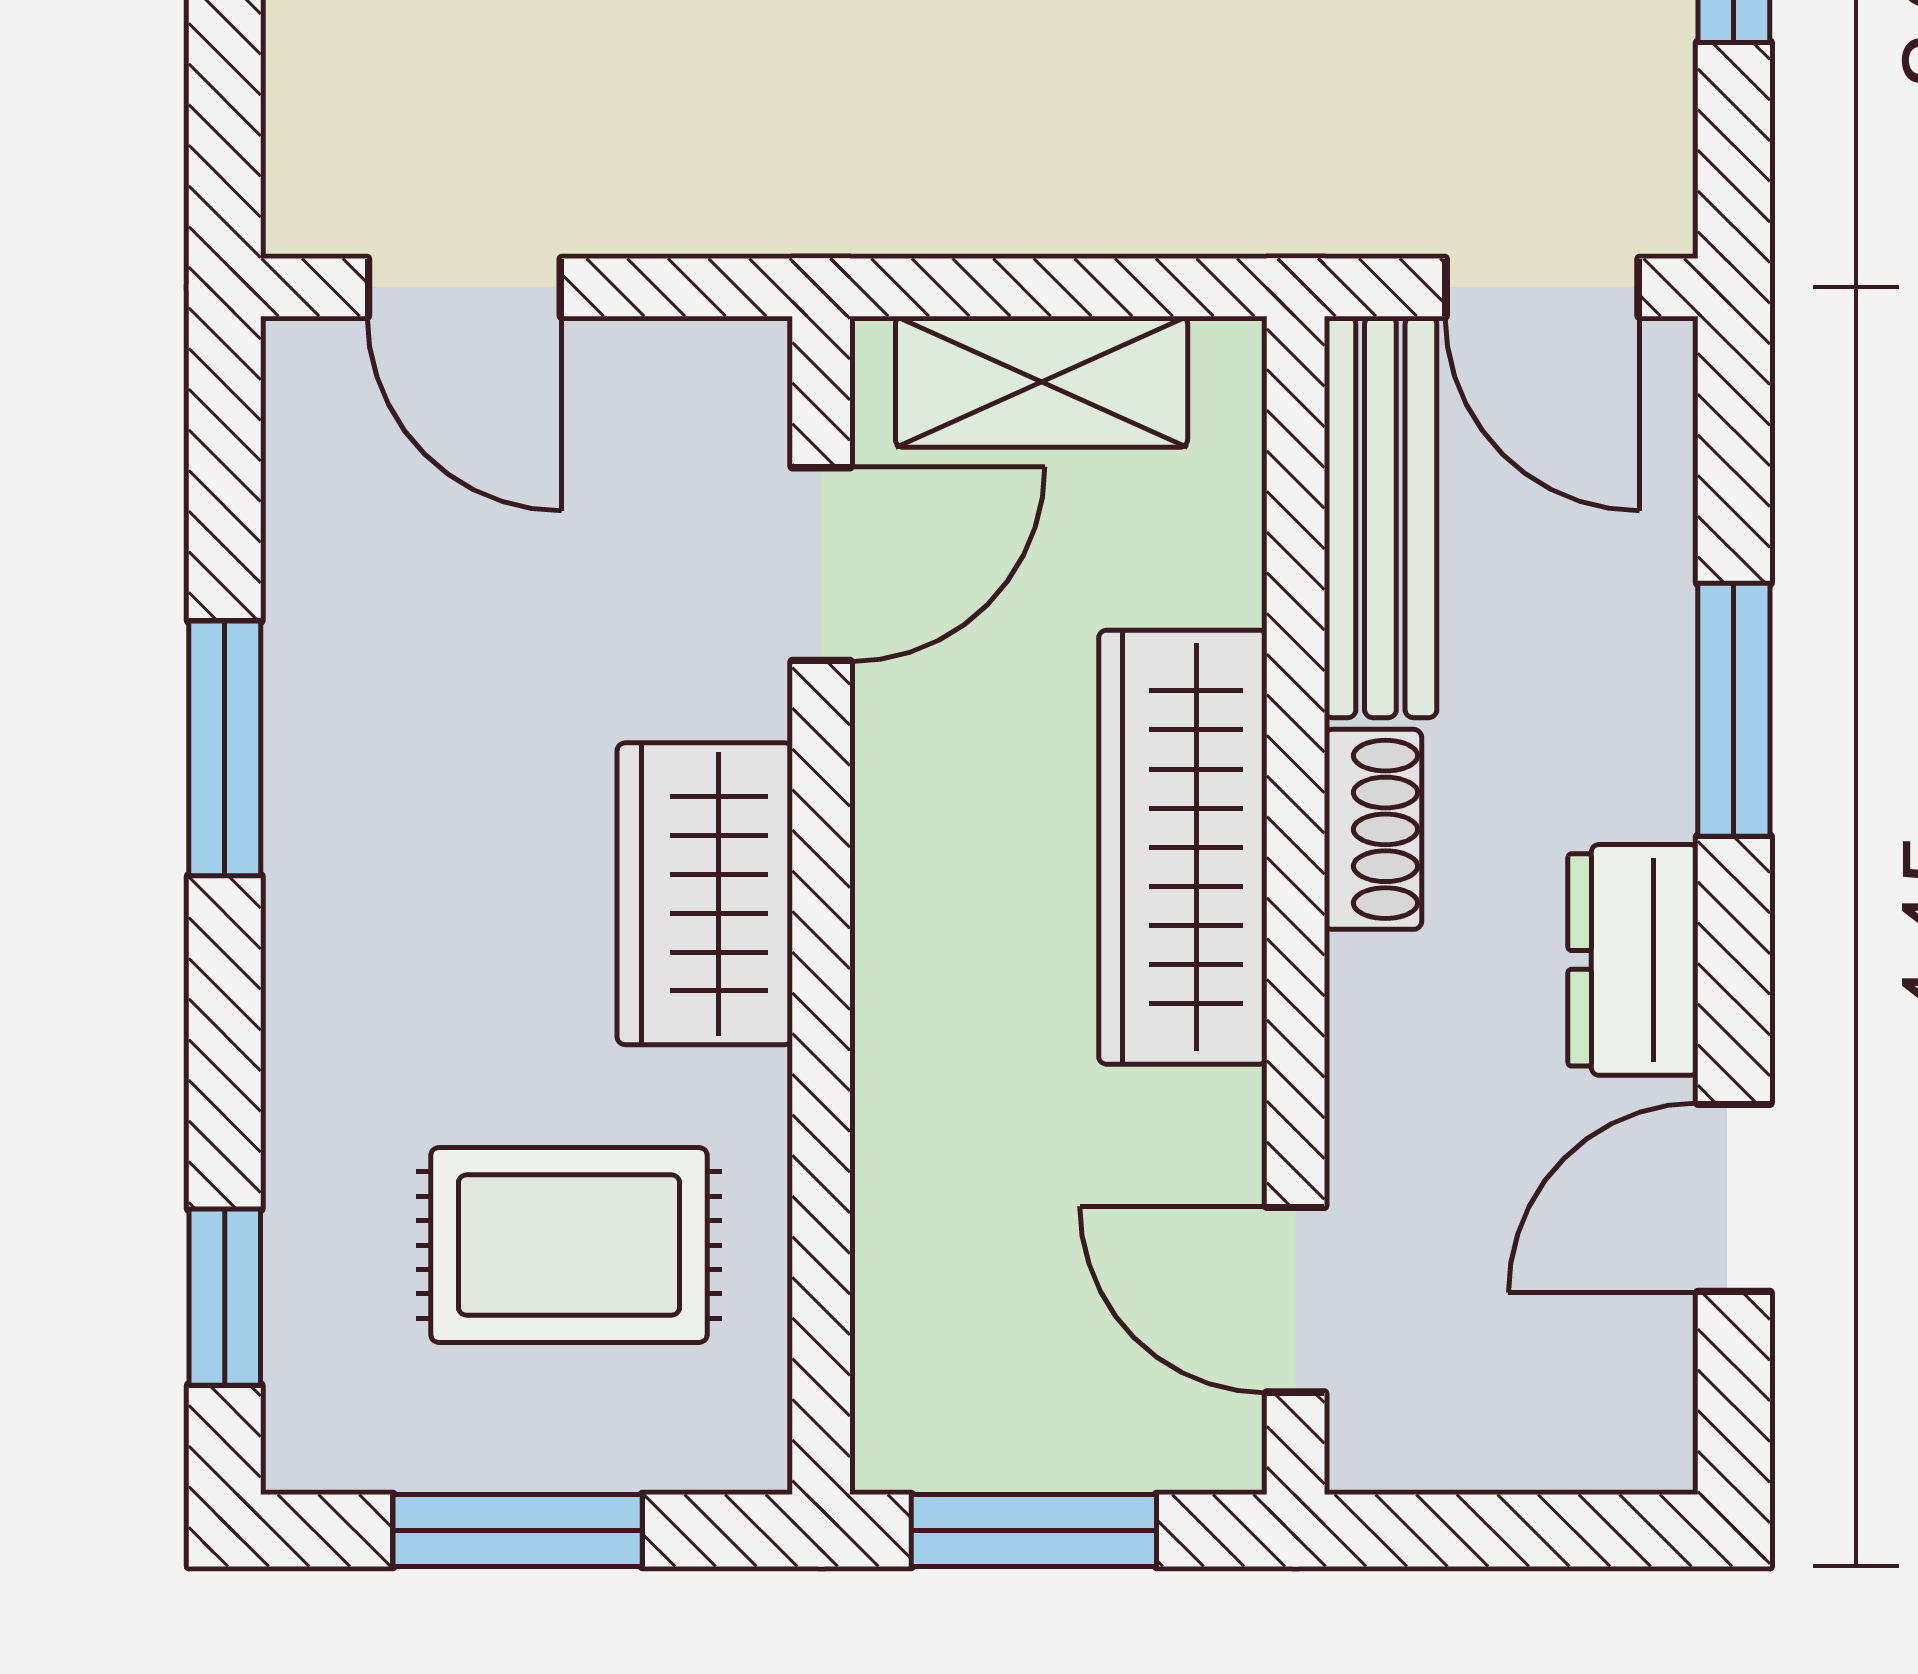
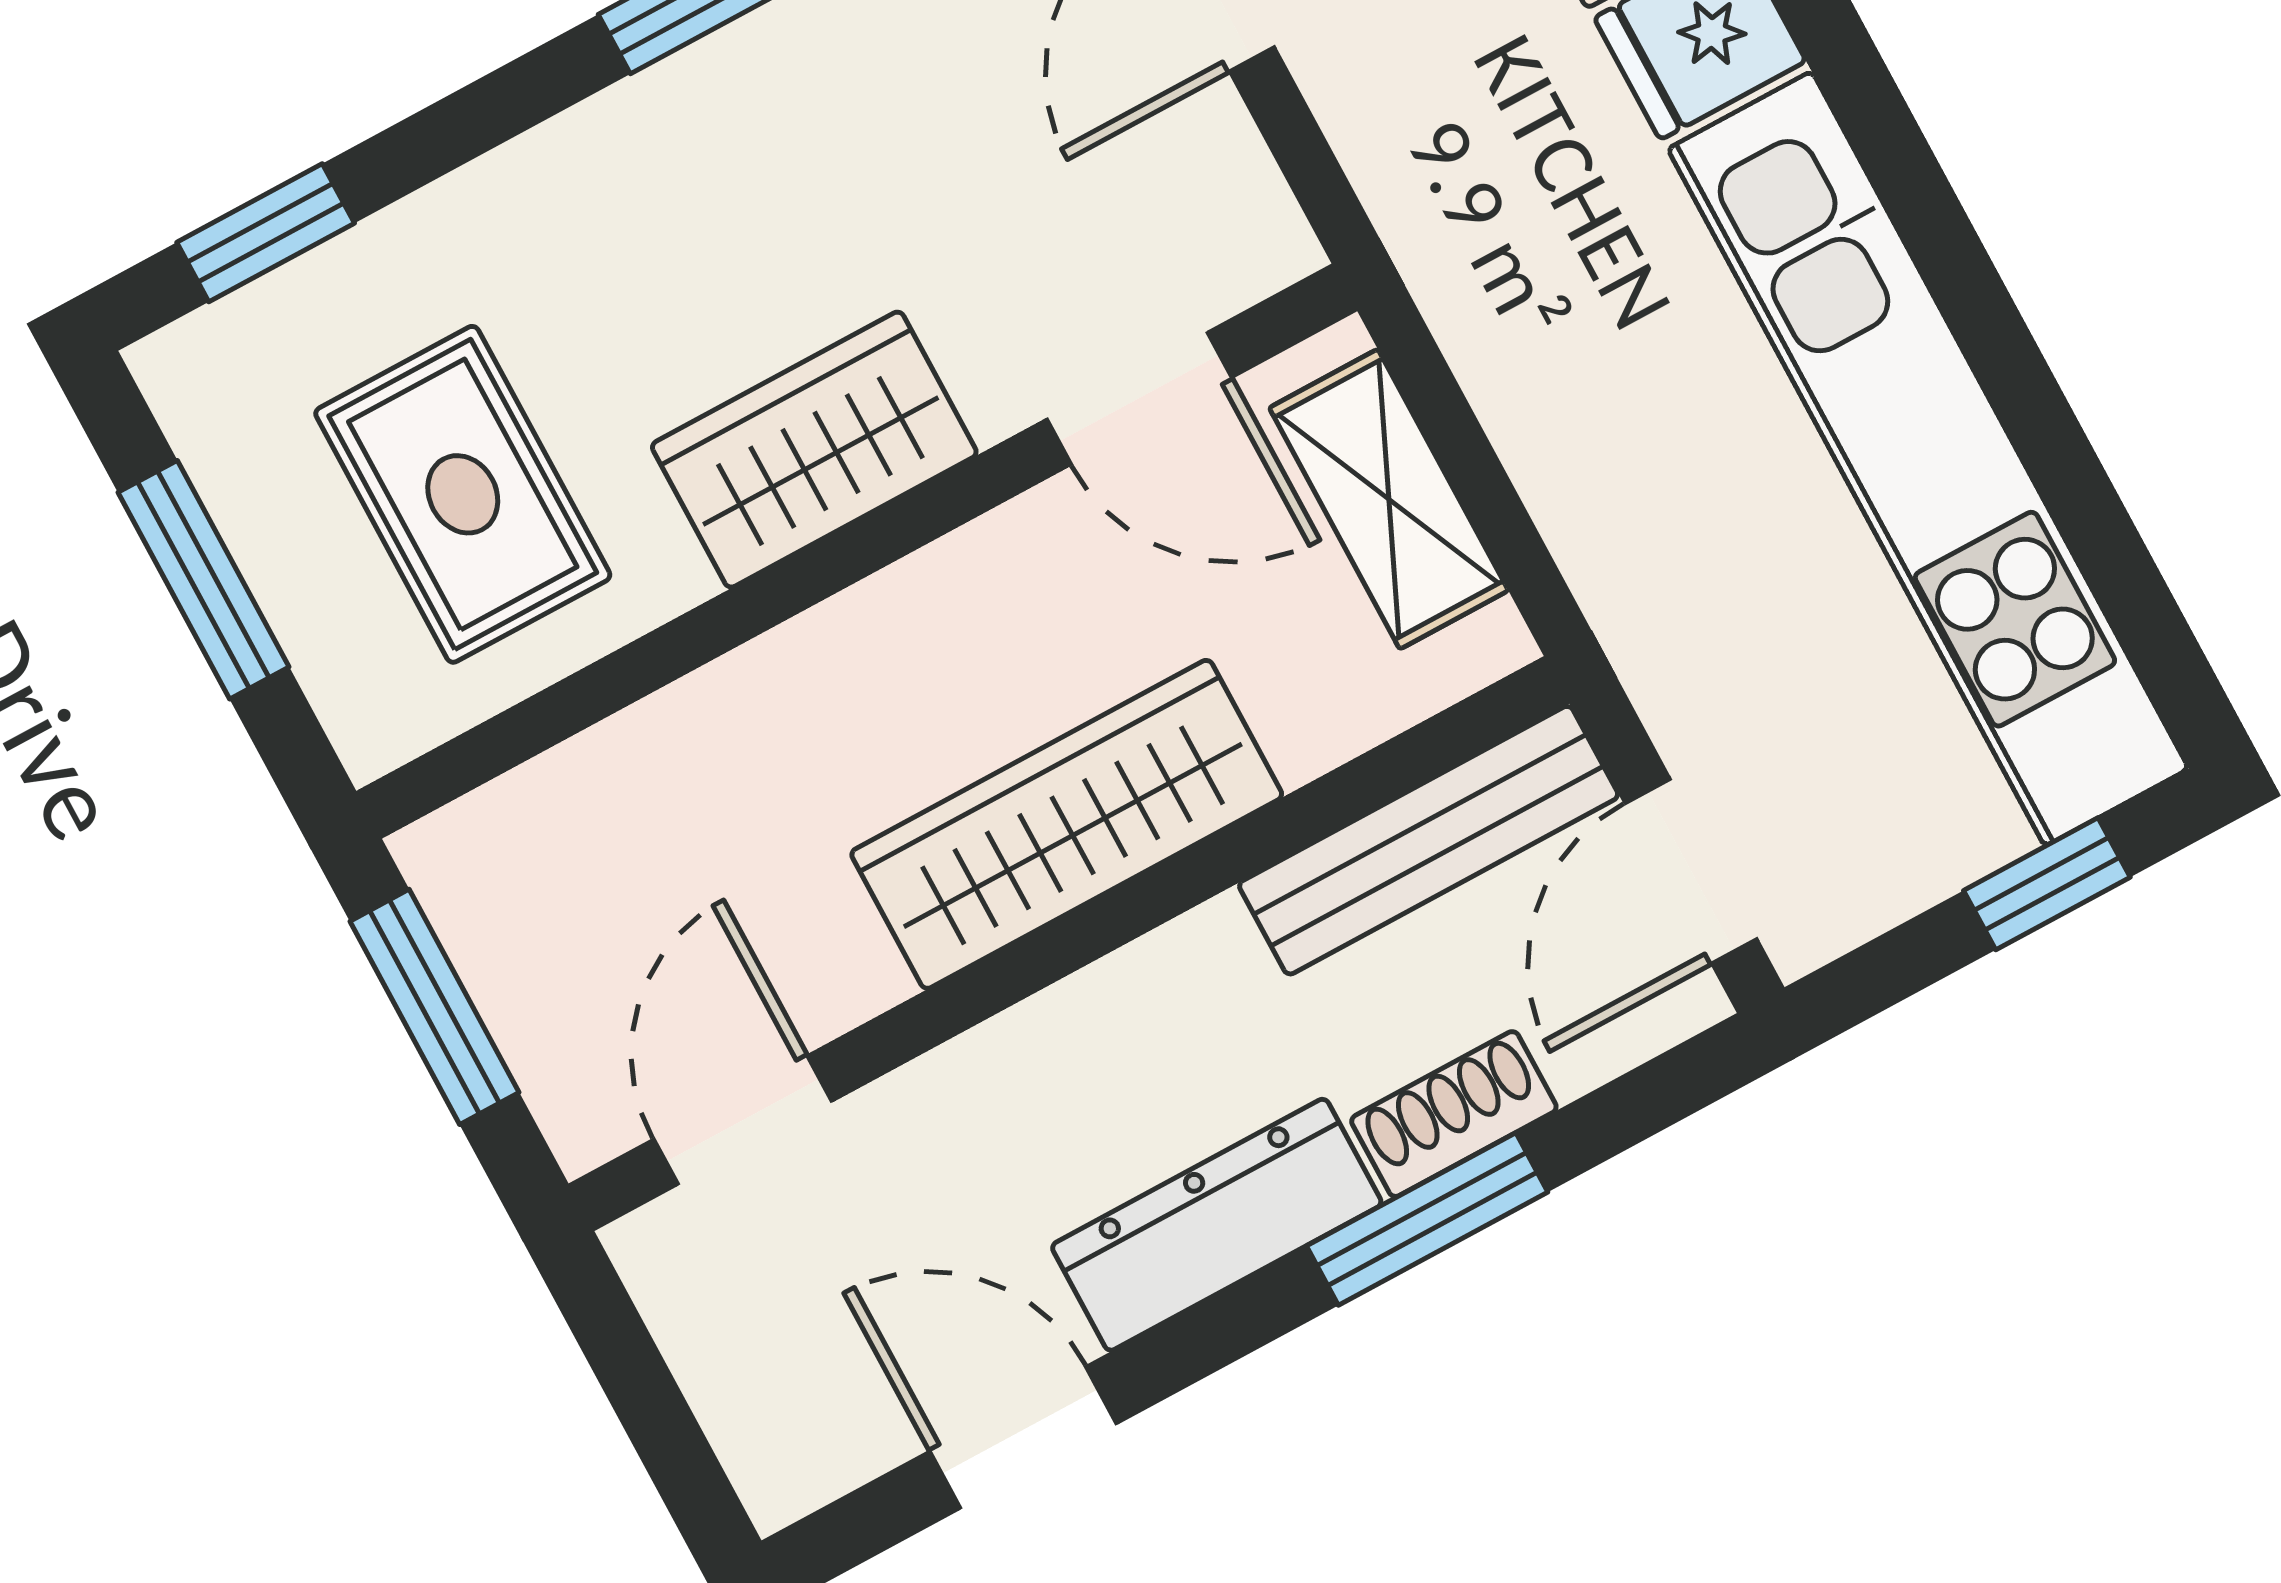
shoe rack: (1373, 829) -> (1454, 1114), moved, turned 180
dresser: (1633, 960) -> (1217, 1225), width x1.44

